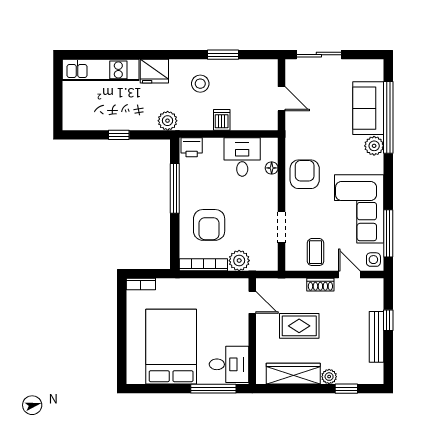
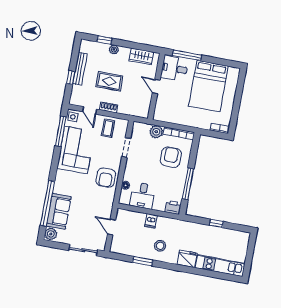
plant: (168, 121) -> (185, 227), removed
plant: (374, 146) -> (51, 234), moved
door: (252, 302) -> (156, 87), moved
rug: (299, 326) -> (109, 81), moved
wardrobe: (293, 374) -> (141, 56), width x0.67

